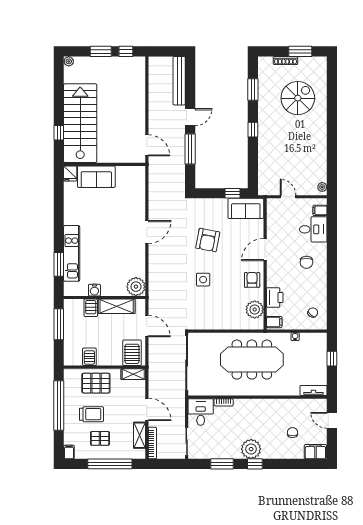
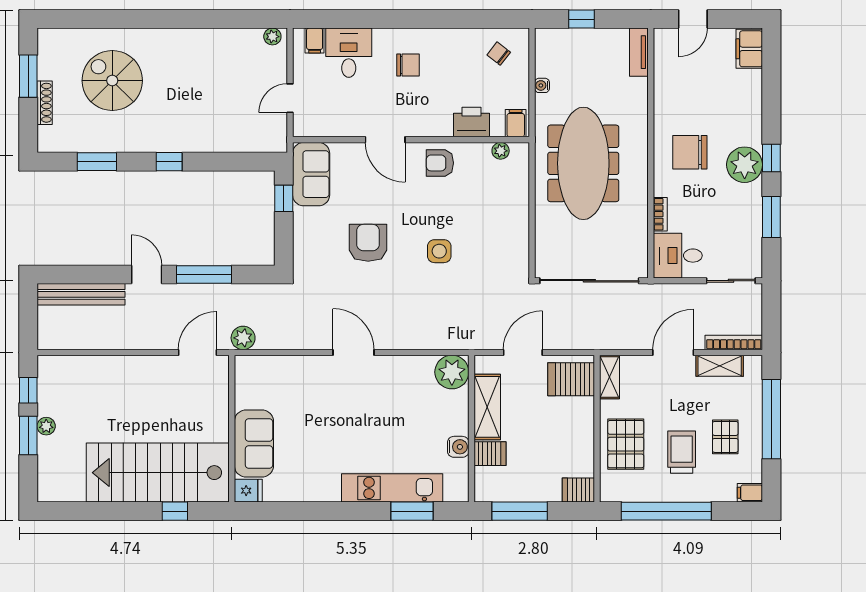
plant: (69, 61) -> (46, 426), moved
plant: (155, 171) -> (243, 338), added
armchair: (208, 240) -> (368, 243), turned -101
plant: (255, 309) -> (501, 151), width x0.53, depth x0.53
server rack: (89, 357) -> (578, 490), moved
chair: (292, 433) -> (690, 152), moved, width x1.87, depth x1.87

